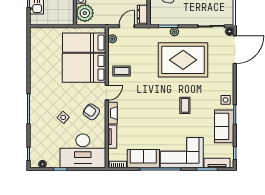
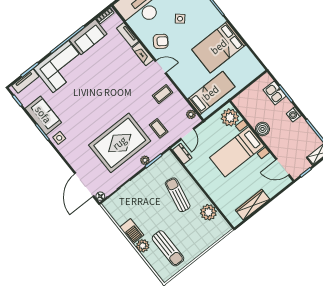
bed: (84, 68) -> (219, 47), moved, turned 180
door: (107, 93) -> (161, 67), swing flipped
coffee table: (185, 105) -> (159, 128), moved

